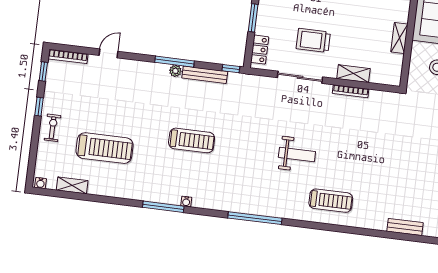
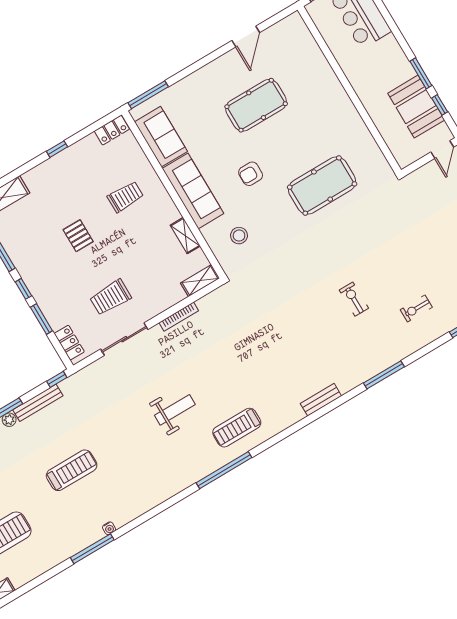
shelving: (353, 74) -> (200, 281), moved
treadmill: (331, 201) -> (237, 428), turned 180
window: (255, 218) -> (224, 470), moved

